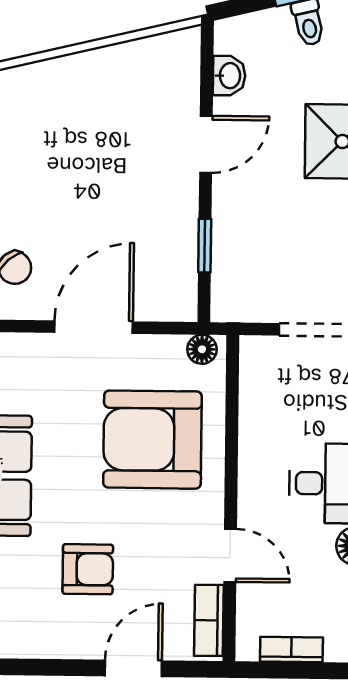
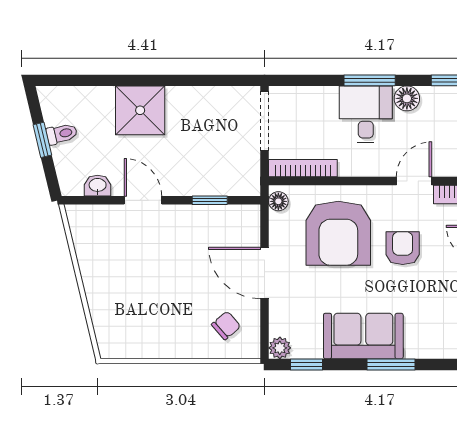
bookcase: (252, 387) -> (303, 168), added
armchair: (88, 569) -> (403, 248), moved

